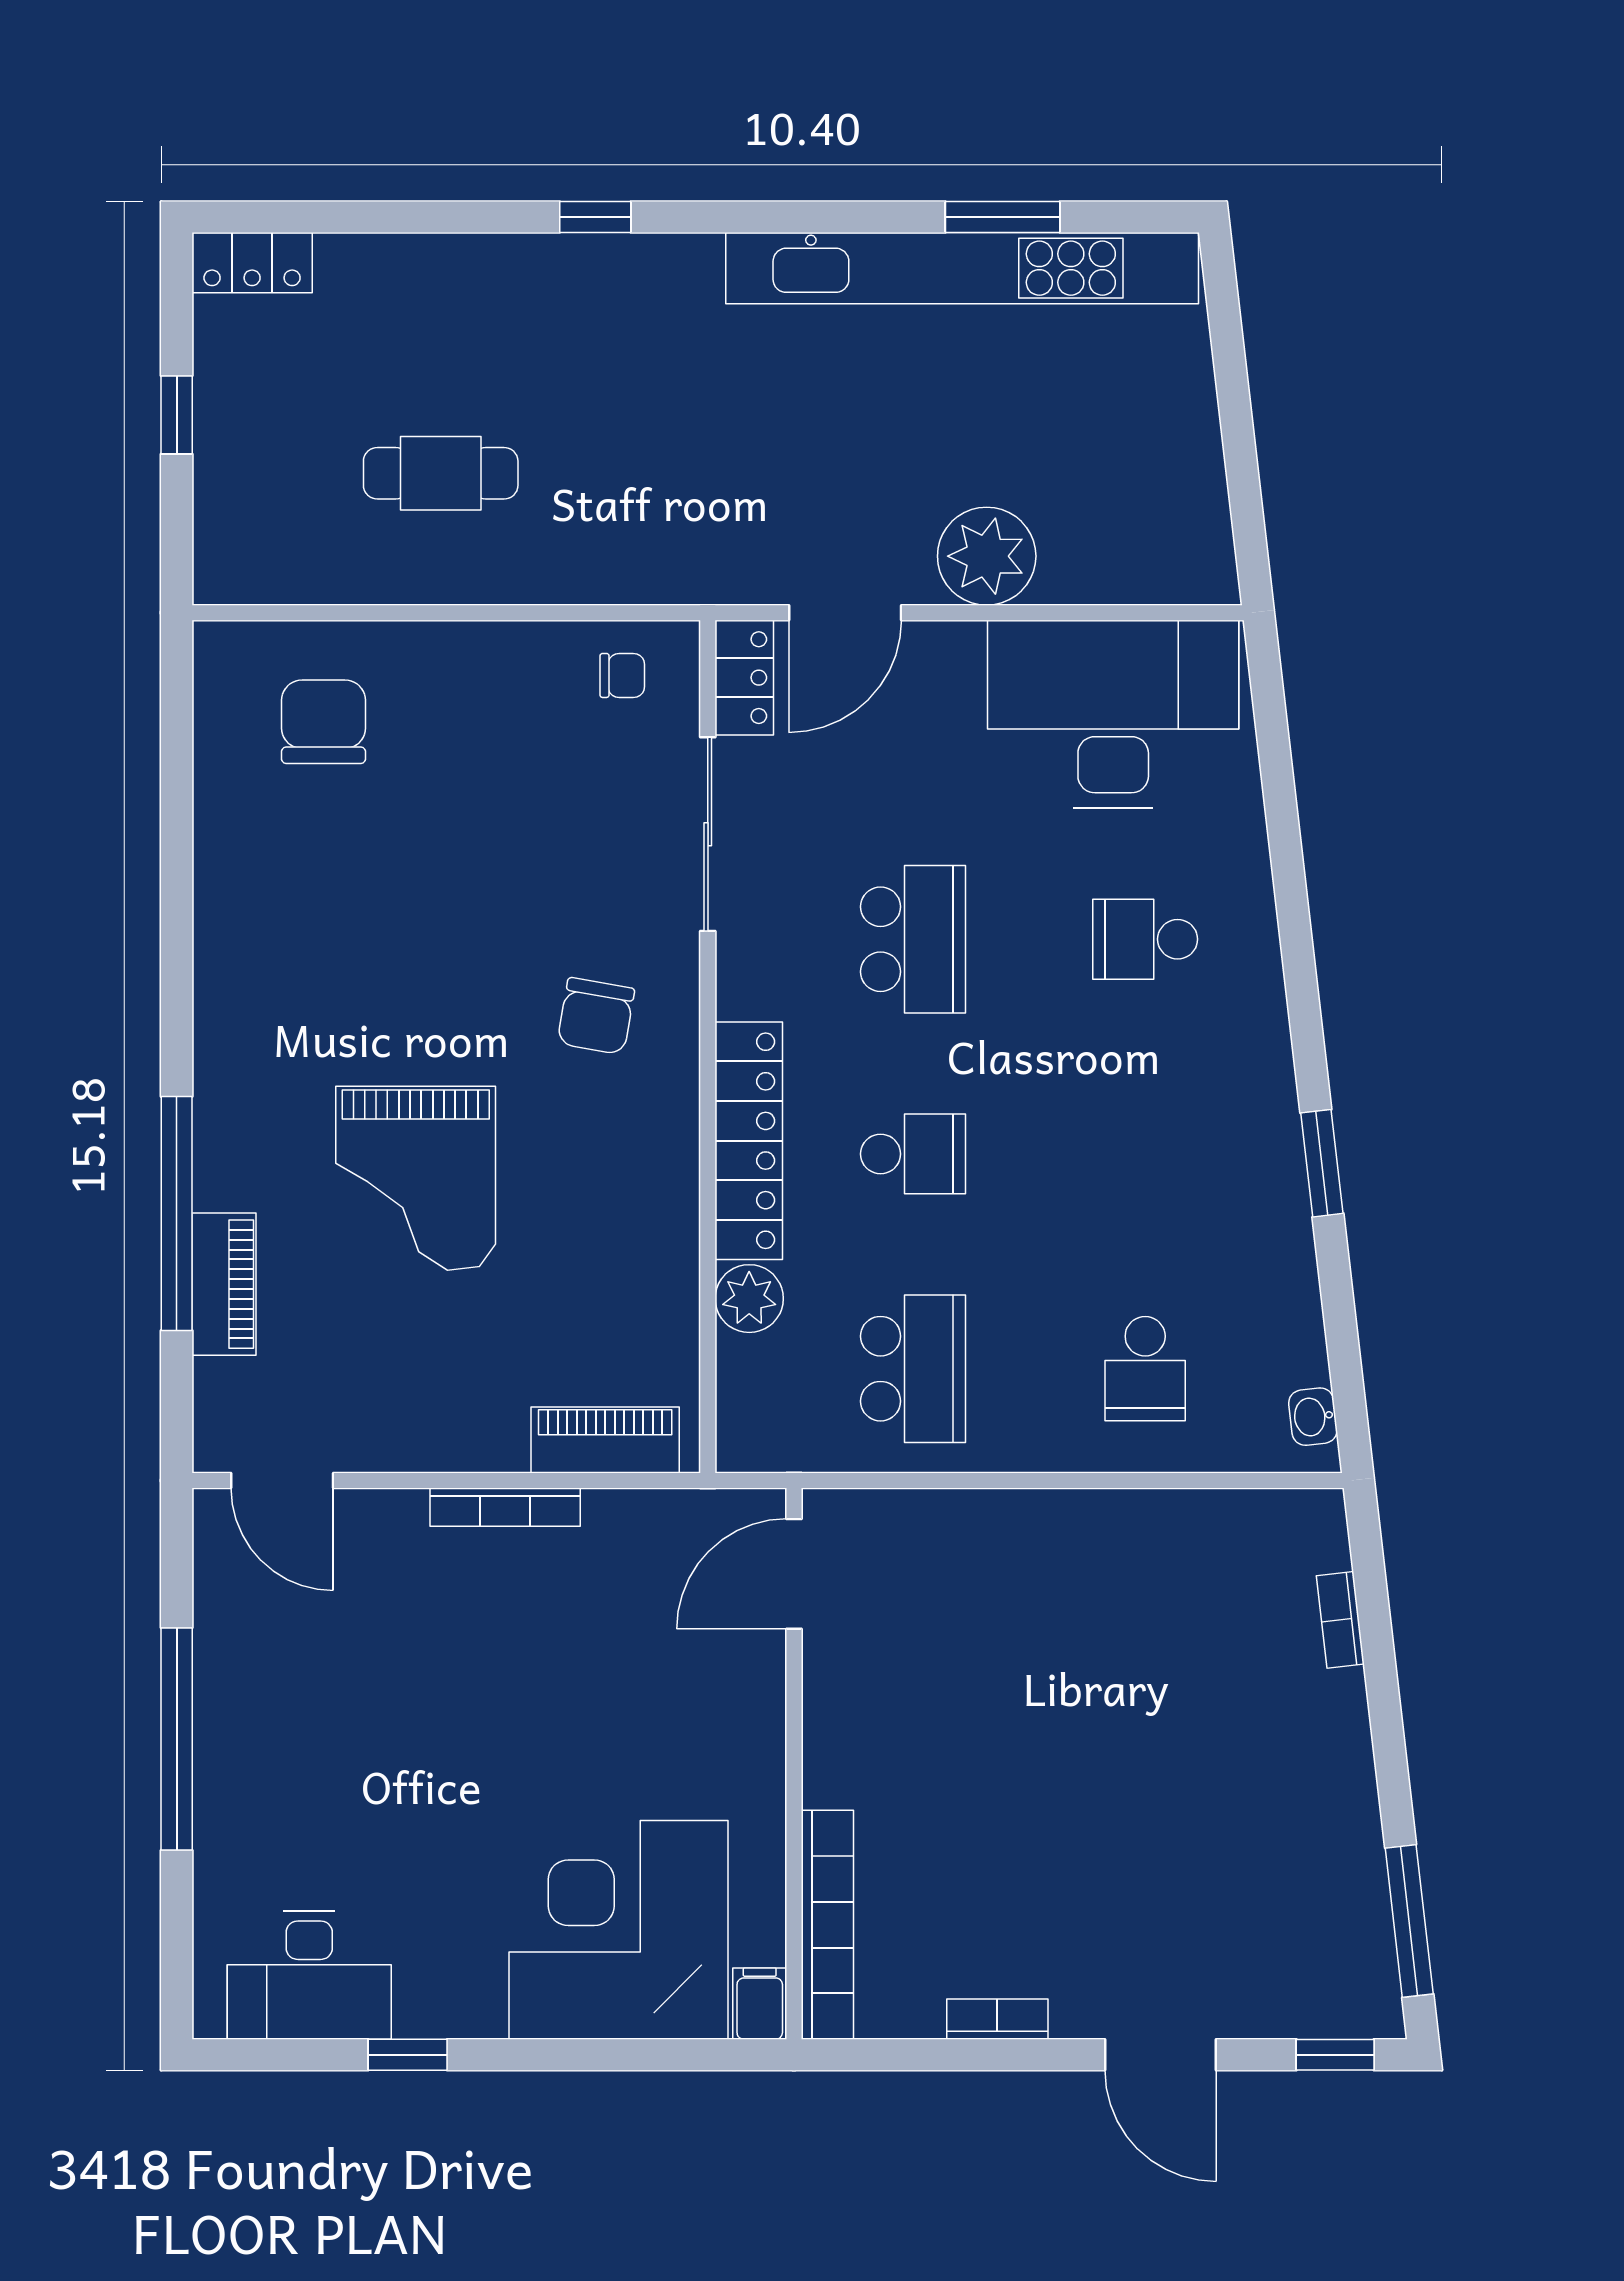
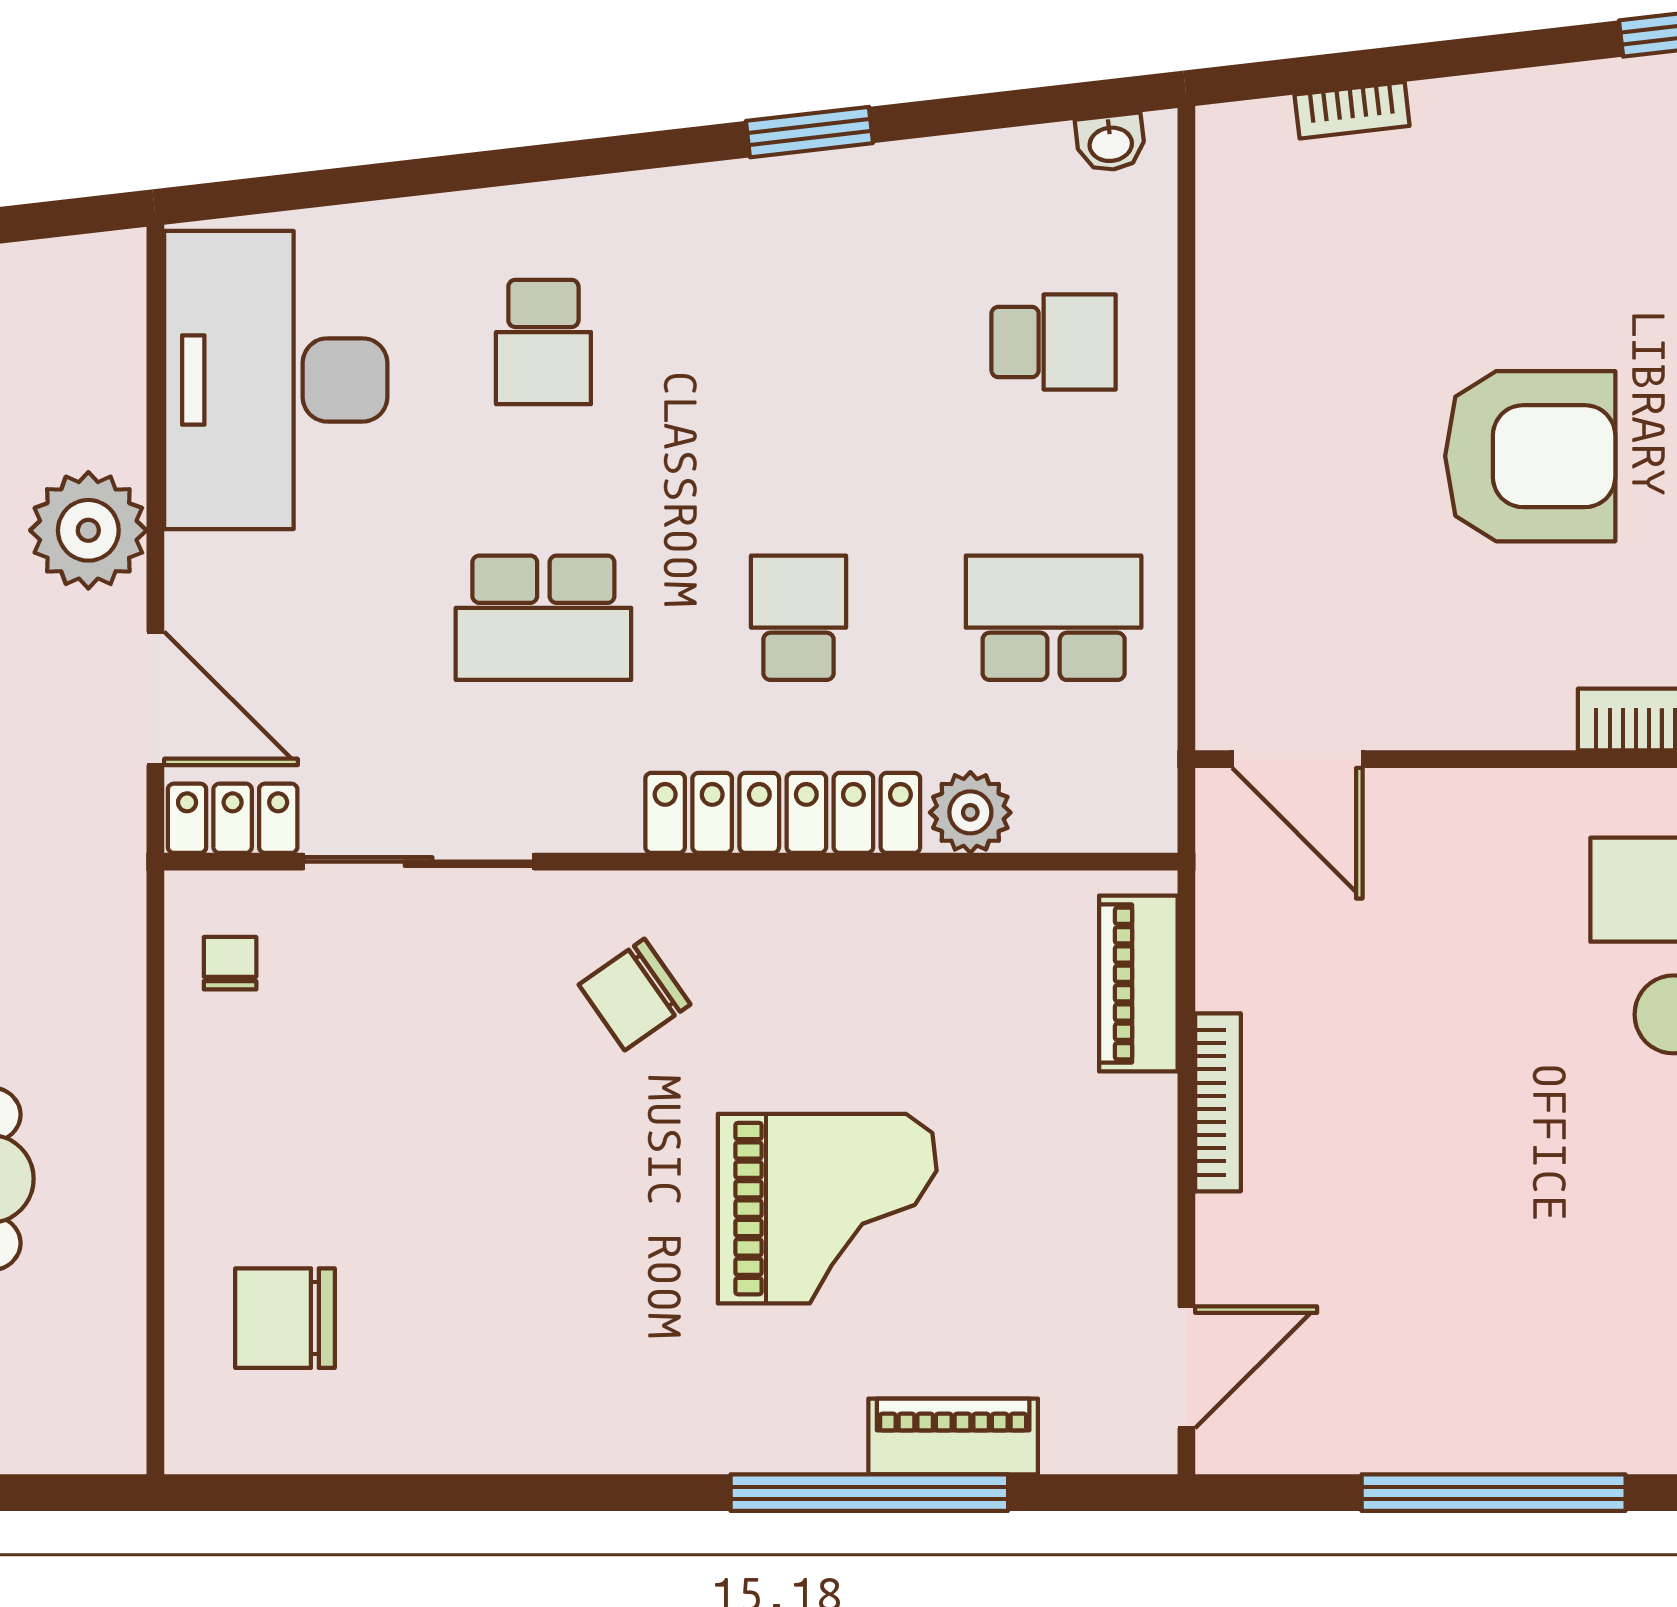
school desk: (913, 939) -> (543, 618), turned 180
chair: (596, 1016) -> (635, 994), turned 135
armchair: (1049, 1770) -> (1530, 456), added

